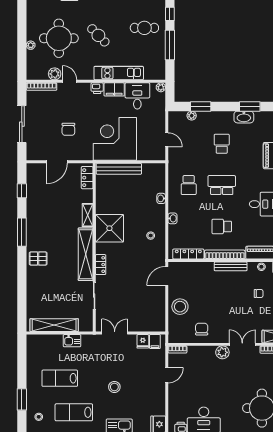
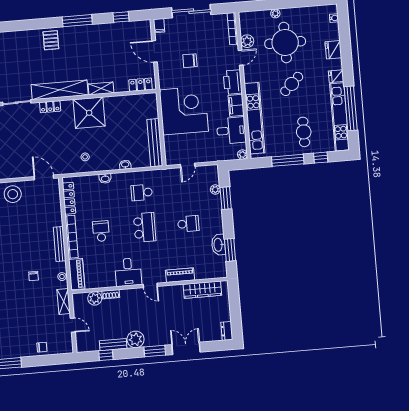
kitchen unit: (119, 73) -> (254, 118), width x1.36
printer: (97, 88) -> (233, 82), width x1.87, depth x1.48
filing cabinet: (33, 156) -> (159, 26), added
bench: (119, 169) -> (155, 143), moved

